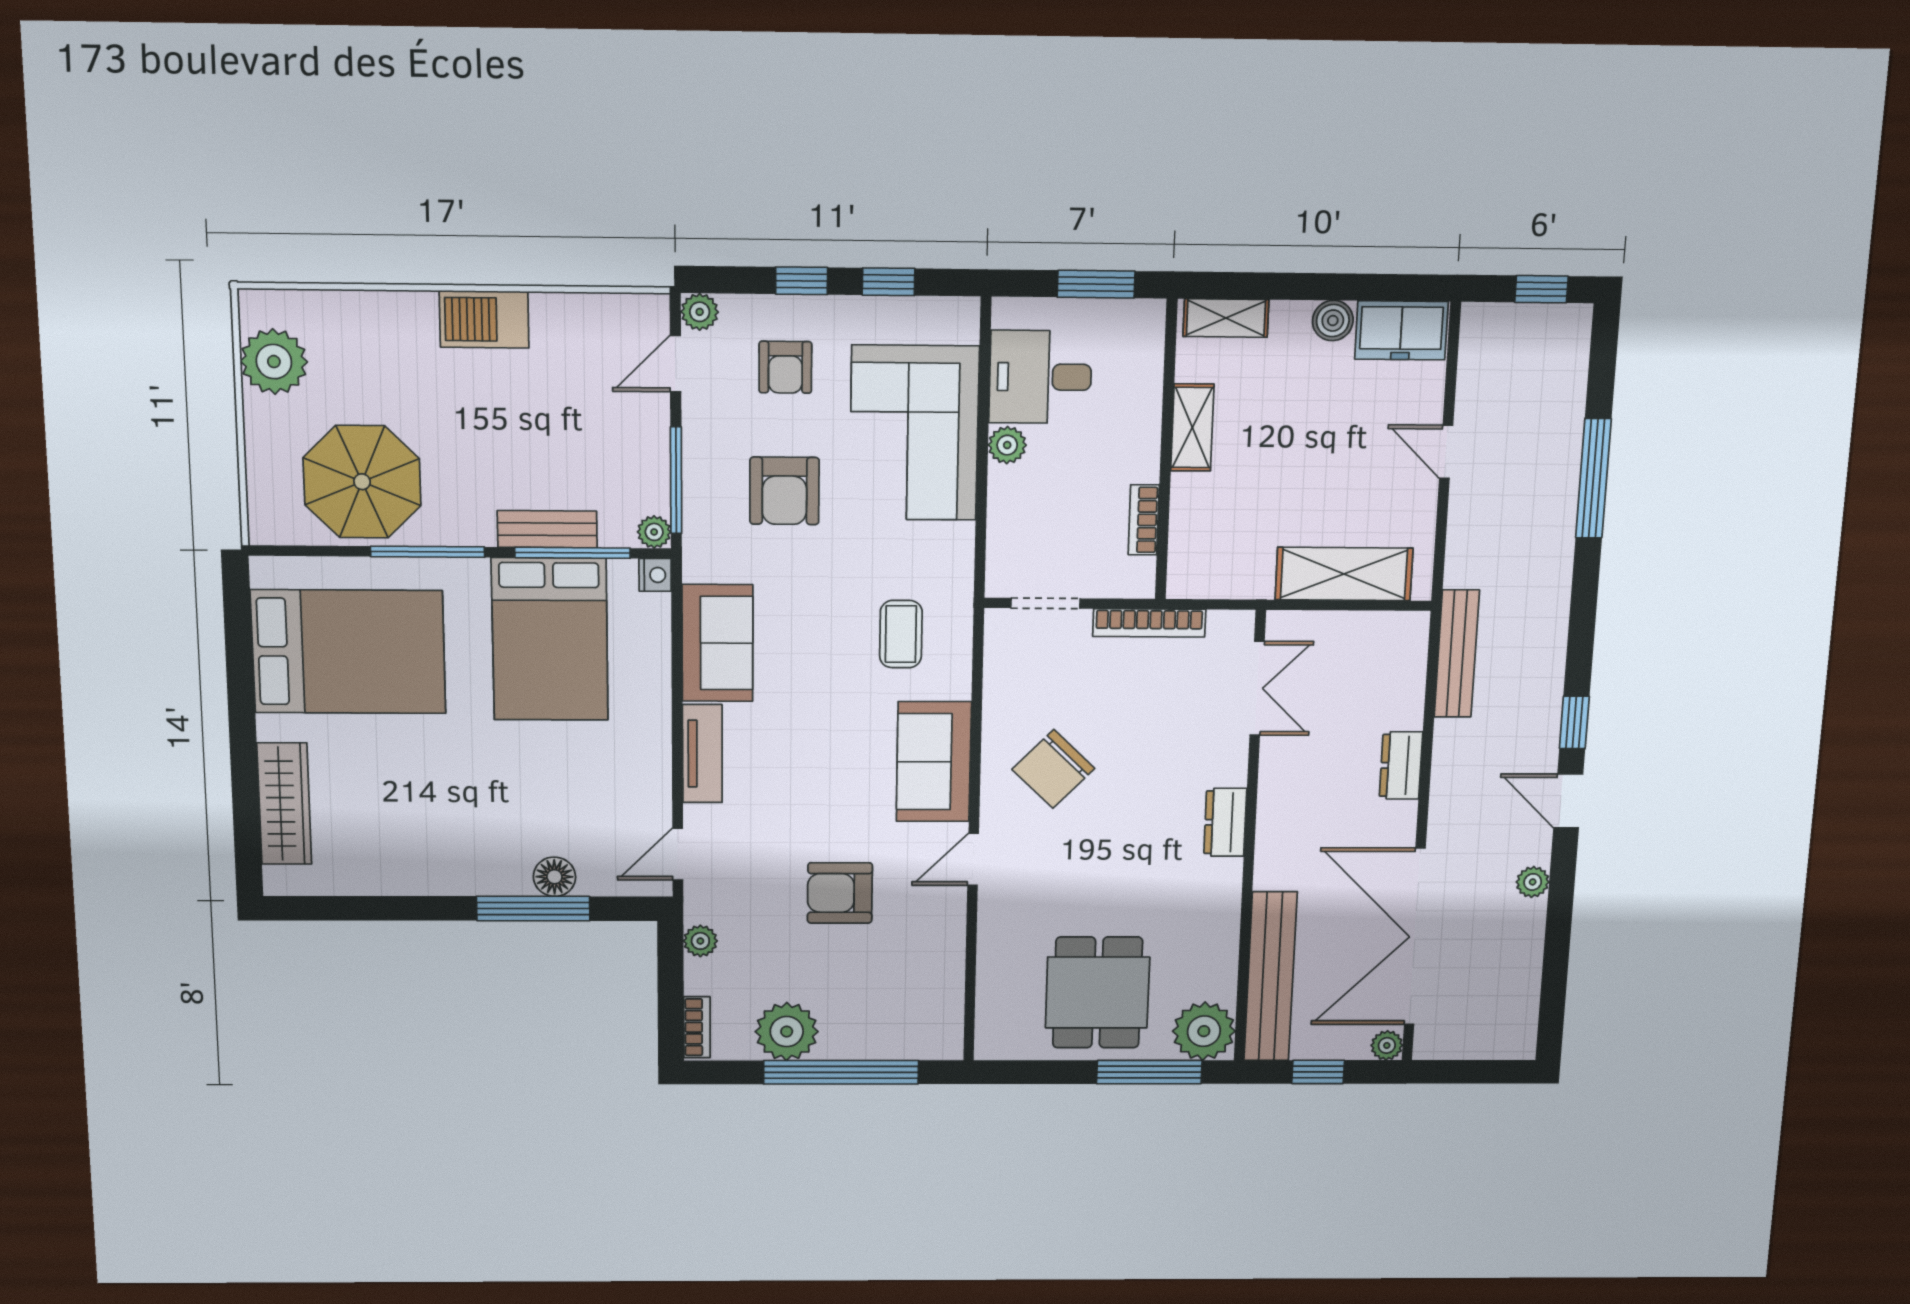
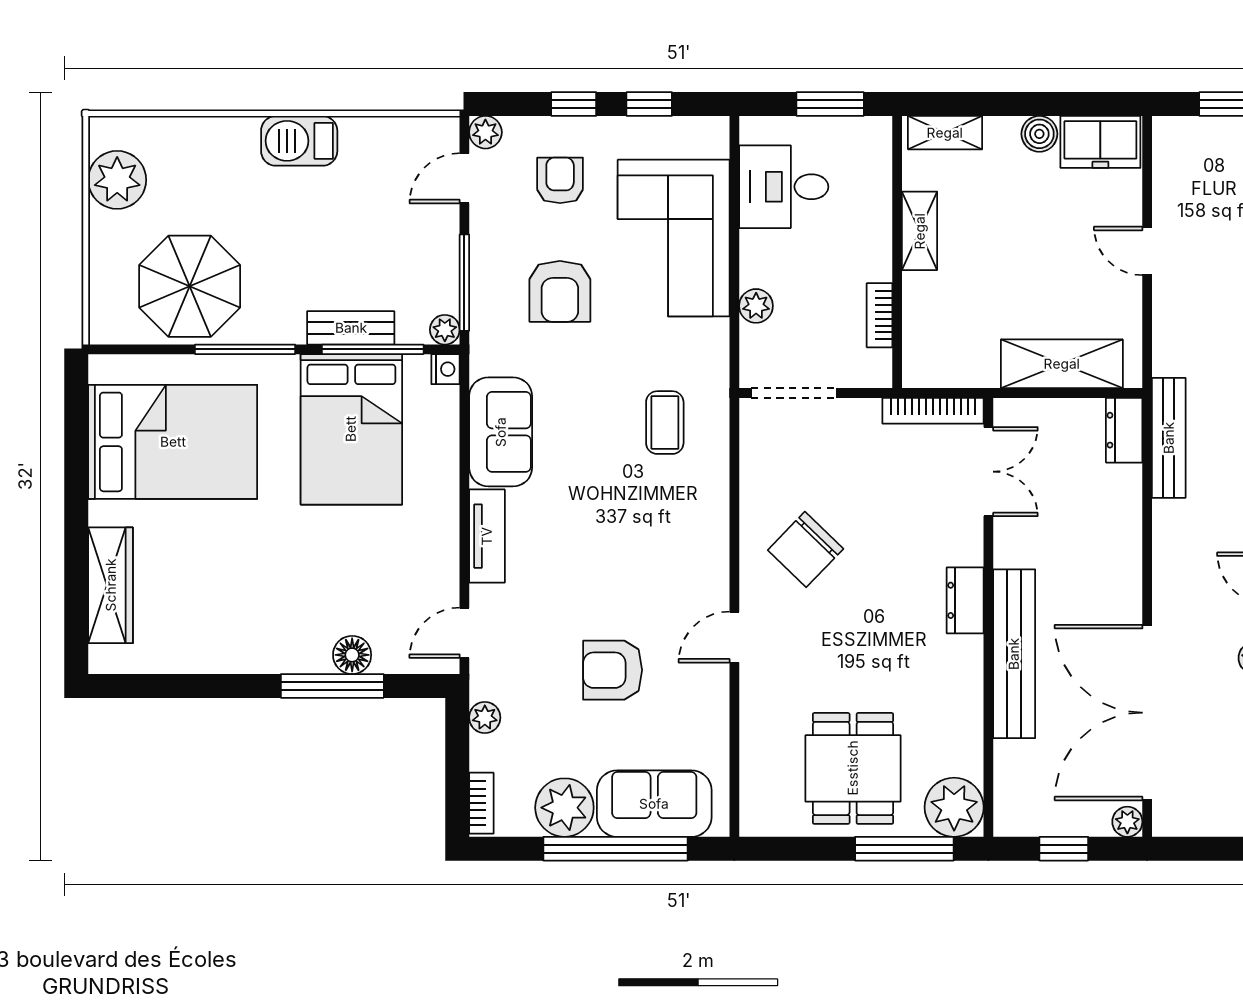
armchair: (785, 367) -> (560, 180), turned 180
plant: (1007, 445) -> (756, 306), moved
doorway: (1045, 603) -> (794, 393), width x1.38
bookcase: (1149, 623) -> (933, 411), moved
sofa: (934, 762) -> (654, 804), moved, turned 90
dresser: (1401, 765) -> (1124, 430), moved
bench: (1271, 977) -> (1014, 654), moved

